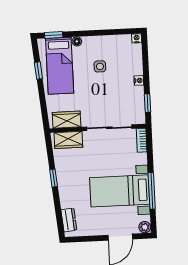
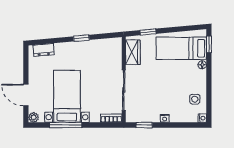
side table: (100, 66) -> (195, 99), moved
window: (38, 70) -> (148, 32), moved
wardrobe: (68, 140) -> (115, 53), removed

